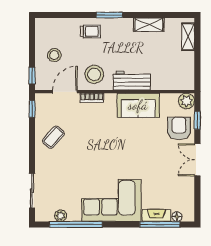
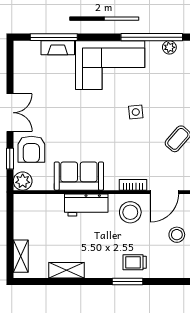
window: (109, 15) -> (127, 282), moved
side table: (89, 160) -> (136, 112), added
floor lamp: (177, 217) -> (34, 46), removed

